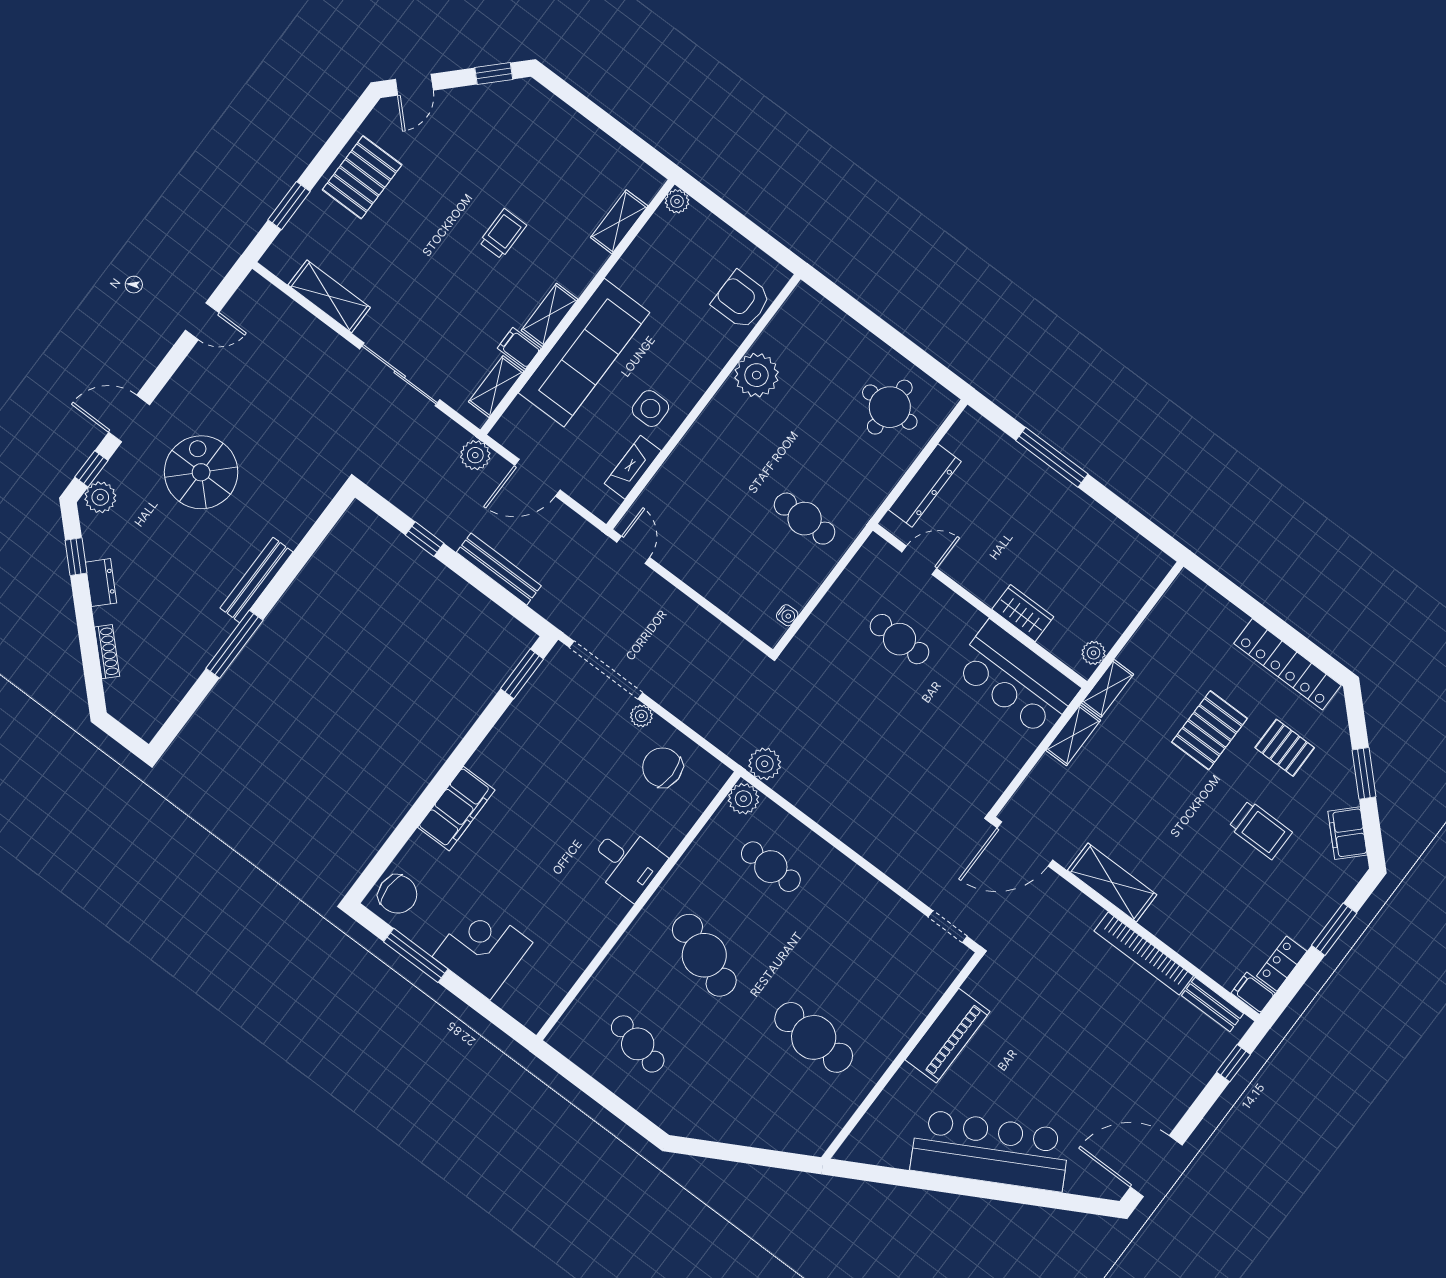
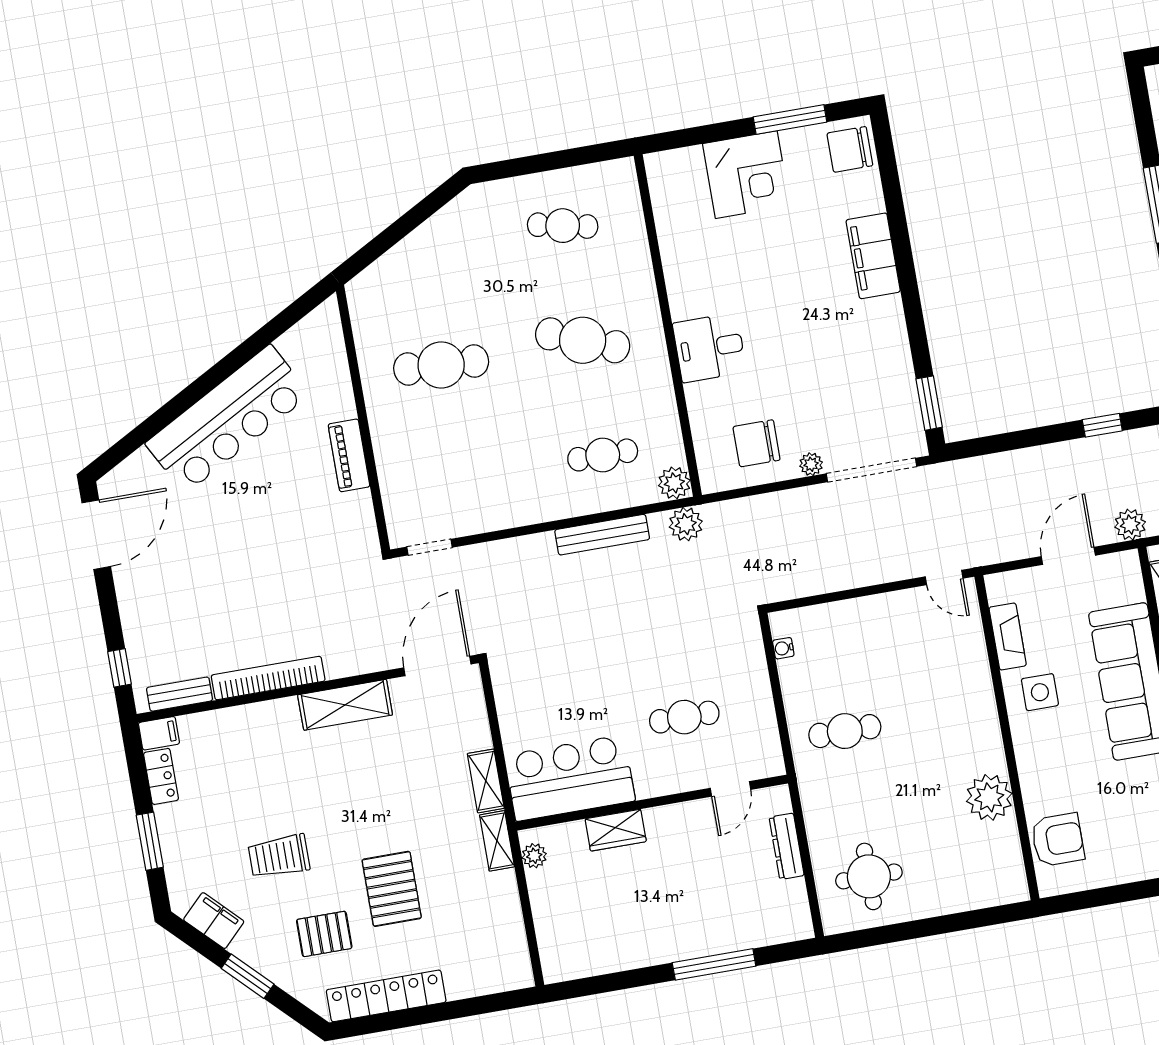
dresser: (925, 486) -> (787, 846), width x0.73, depth x0.80
bench: (499, 569) -> (602, 535), moved
chair: (662, 767) -> (757, 443), turned 180
piano: (948, 1036) -> (349, 455), width x0.73, depth x0.75

